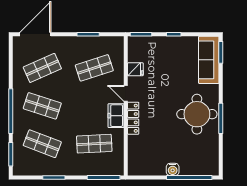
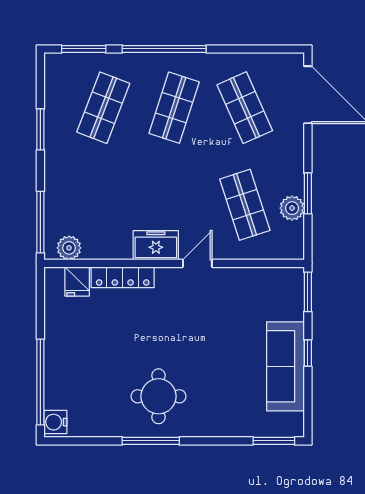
plant: (96, 43) -> (292, 208), added
sofa: (209, 60) -> (285, 366), moved, turned -90
fridge: (135, 69) -> (77, 281), moved
round table: (197, 114) -> (158, 396), width x0.73, depth x0.73
locker: (133, 118) -> (123, 277), moved
shop shelf: (94, 144) -> (103, 205), removed
plant: (117, 162) -> (69, 248), added
water cooler: (173, 169) -> (55, 422), moved

